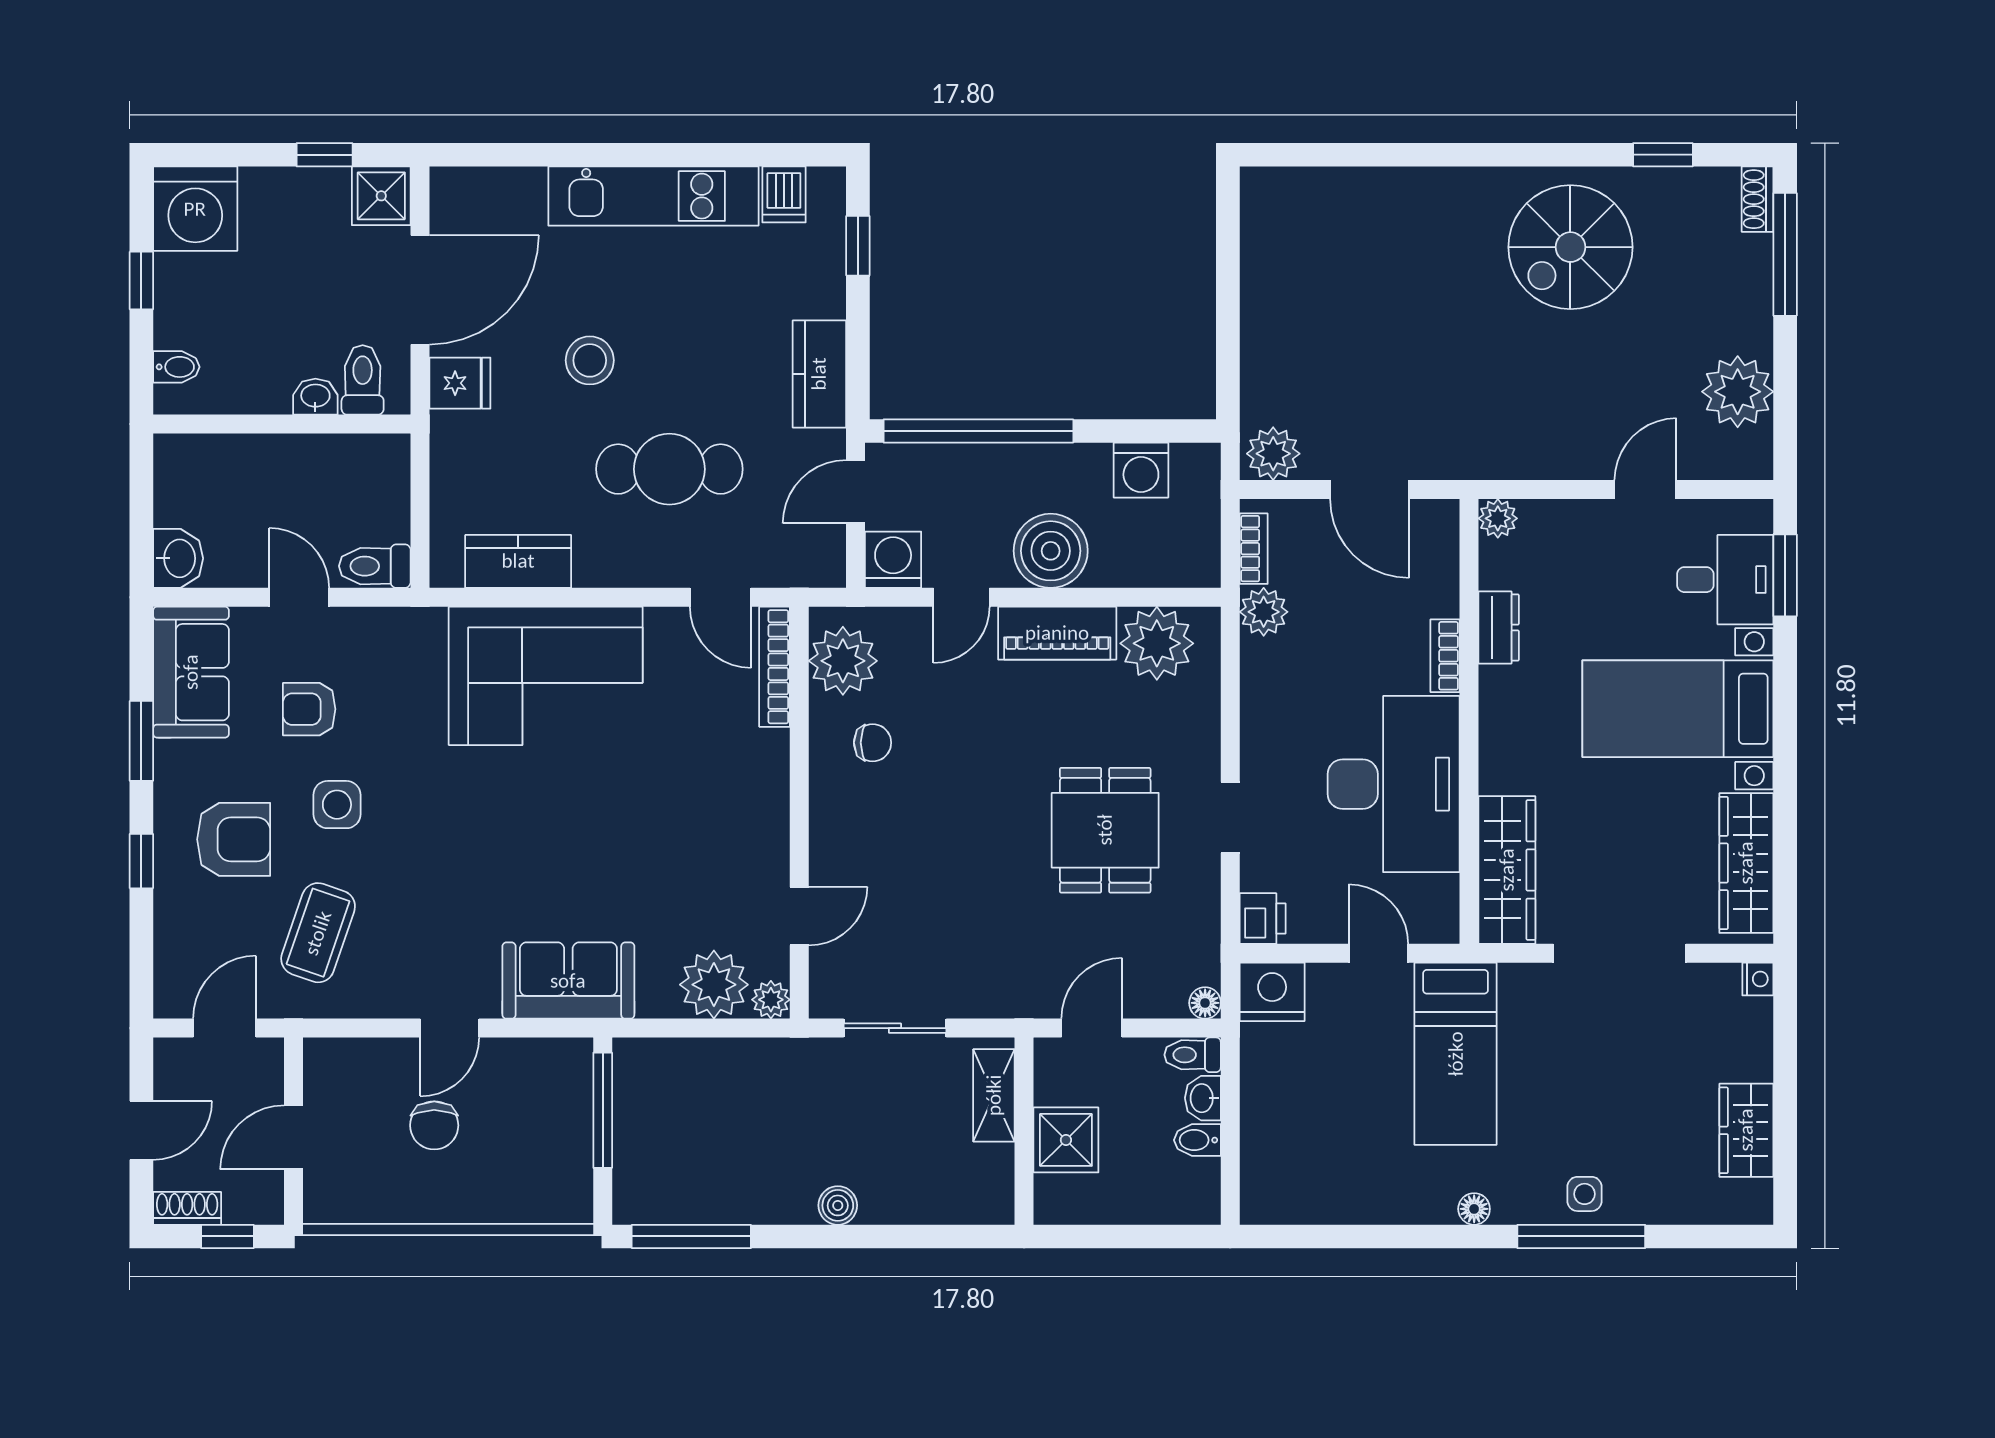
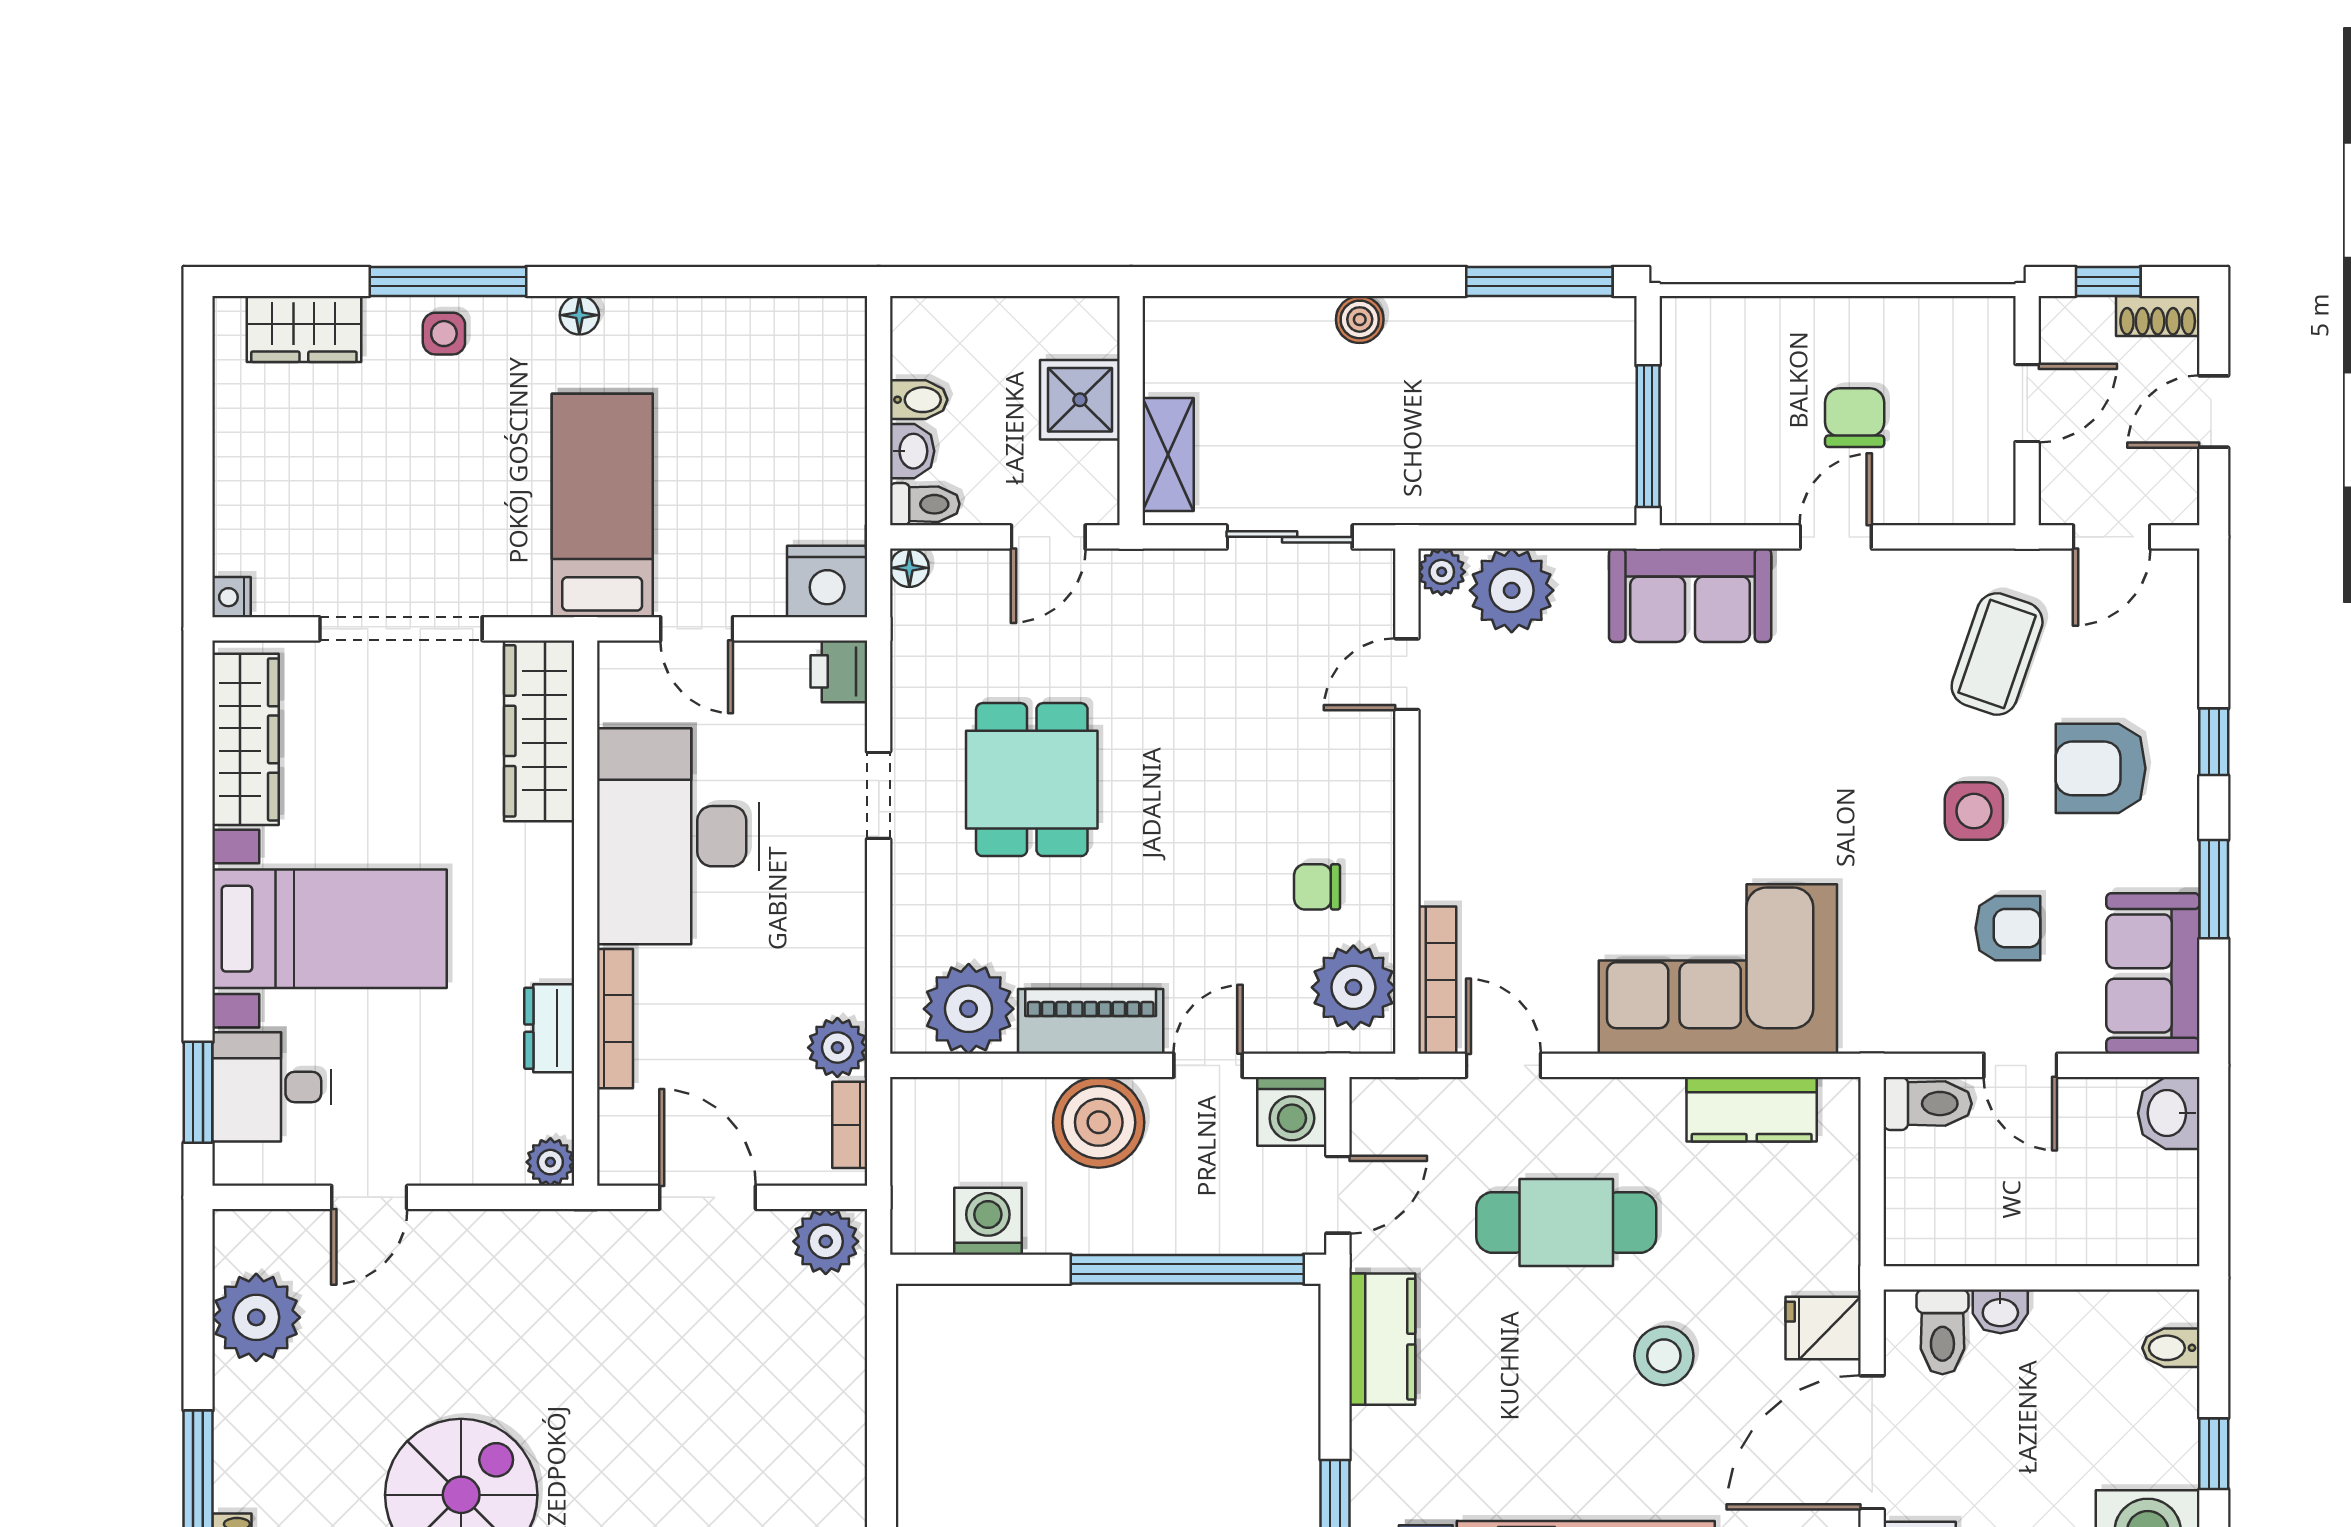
bookcase: (1445, 656) -> (615, 1019), width x1.56
wardrobe: (1746, 1130) -> (304, 329), moved, turned 90

